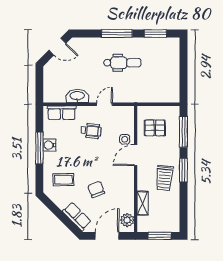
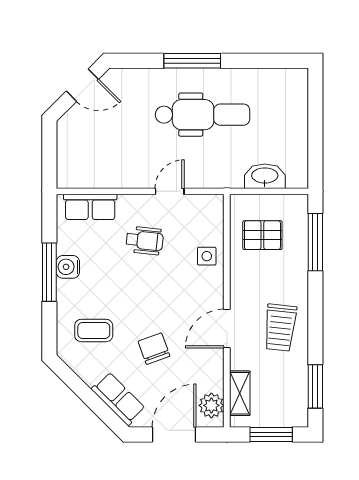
window: (155, 33) -> (263, 61), removed
dental chair: (122, 63) -> (203, 115), width x1.36, depth x1.38
washbasin: (77, 96) -> (265, 176), moved
door: (136, 155) -> (227, 329), moved
window: (183, 170) -> (315, 386), moved
shelving: (143, 203) -> (240, 393), moved

